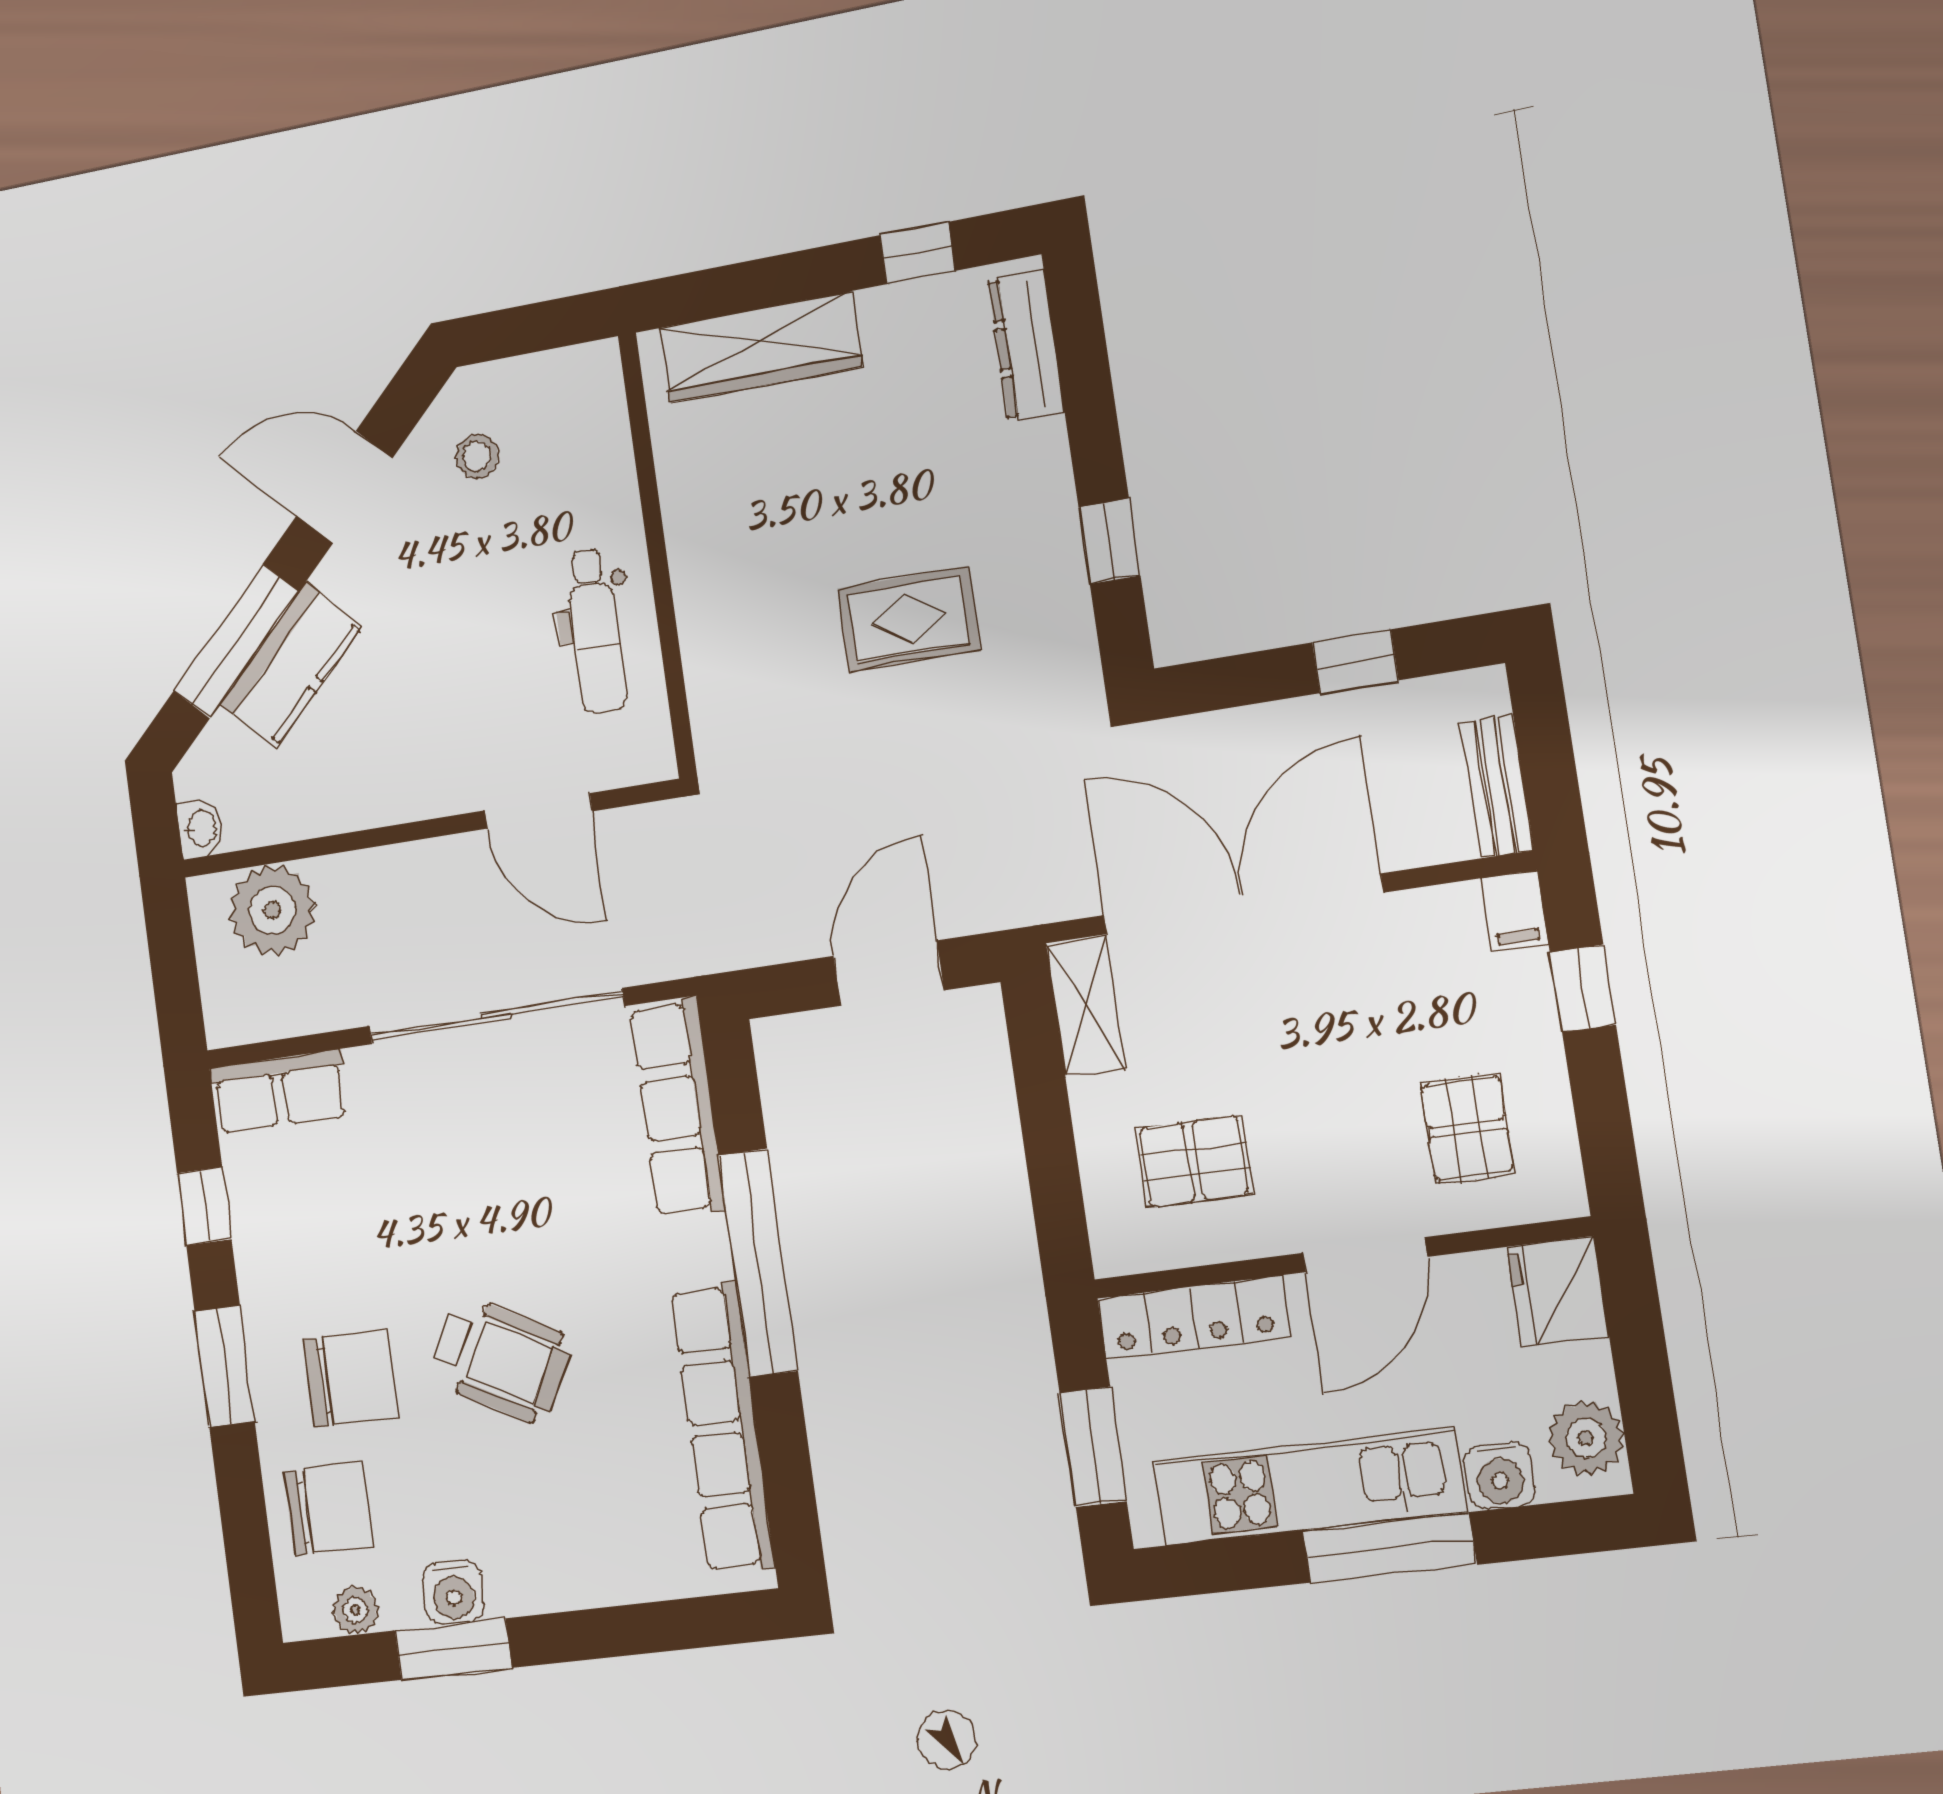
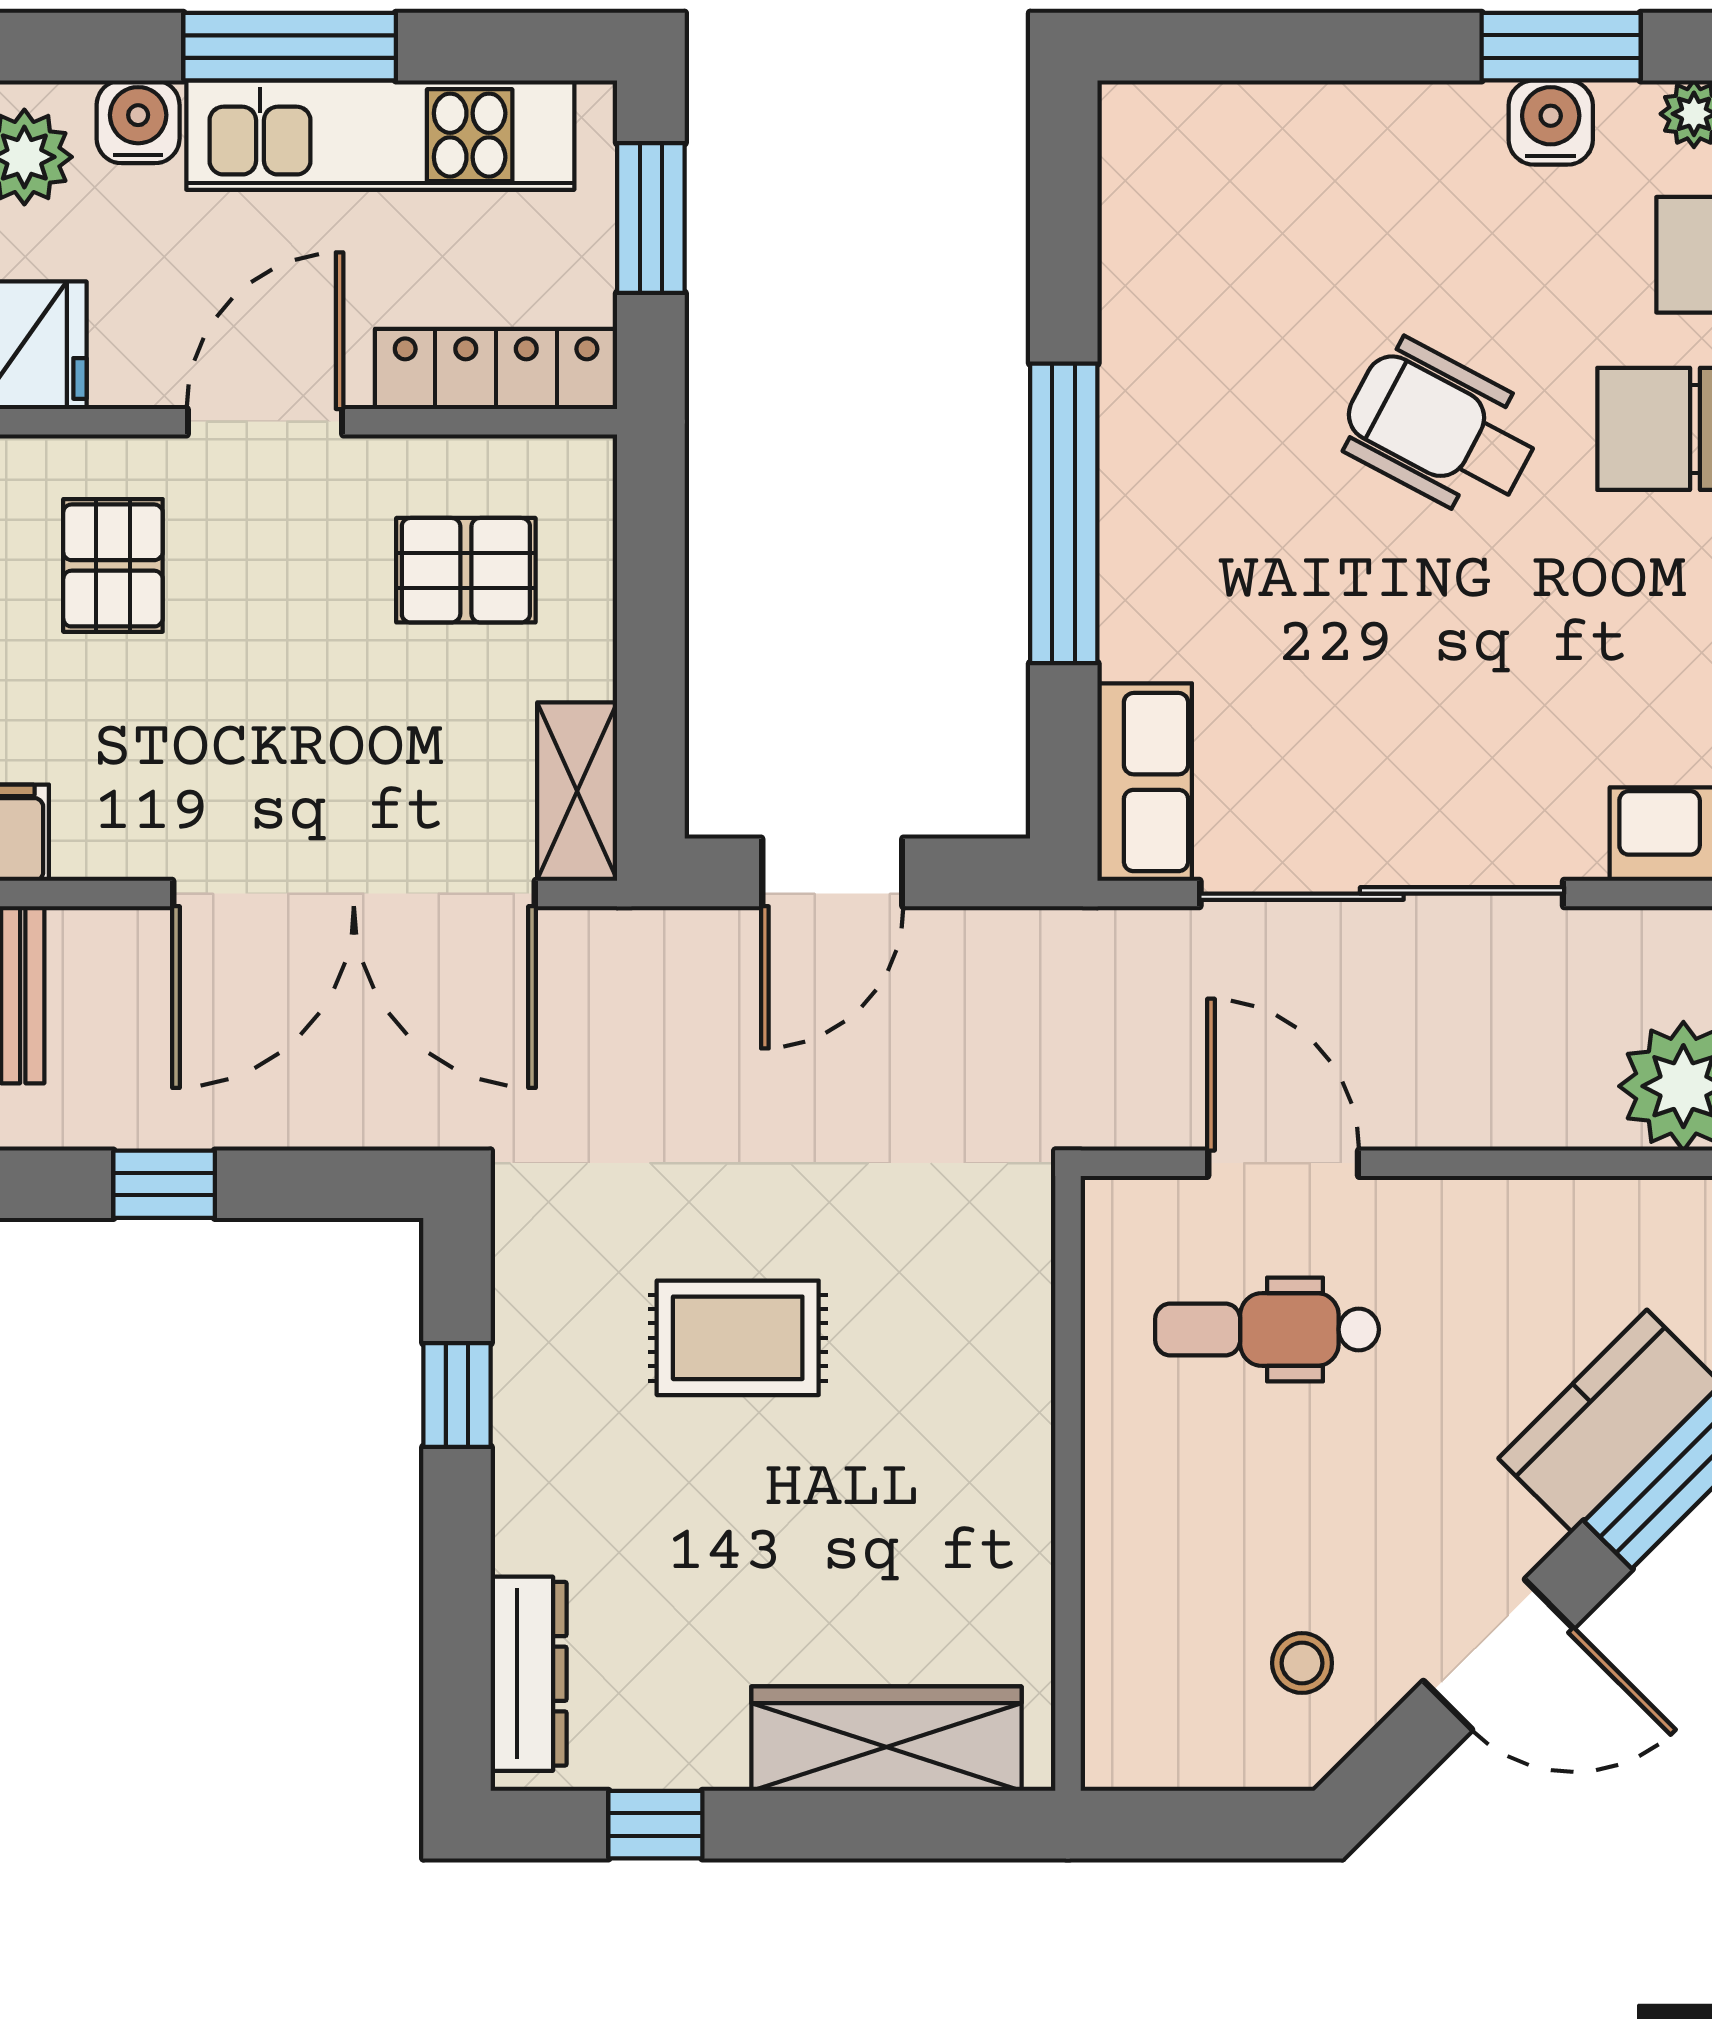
dental chair: (596, 630) -> (1267, 1329), moved, turned -90
row of seats: (678, 1107) -> (1145, 782), width x0.68
row of seats: (723, 1428) -> (1143, 301), removed

